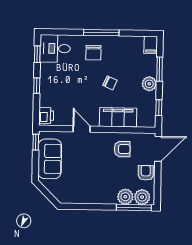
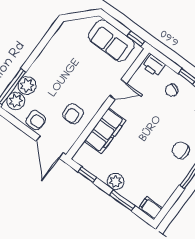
chair: (110, 83) -> (172, 90), moved

